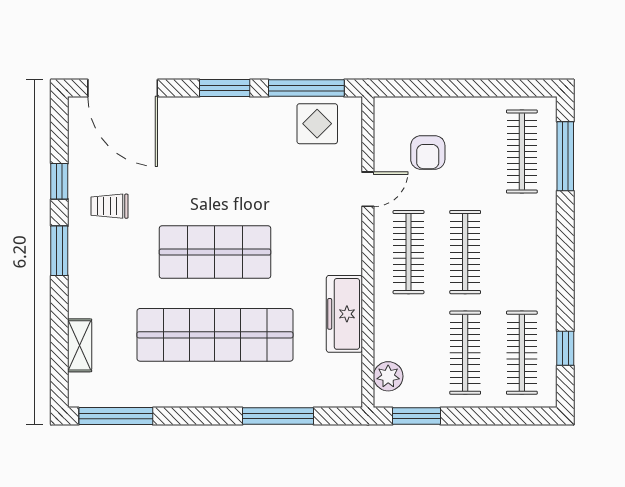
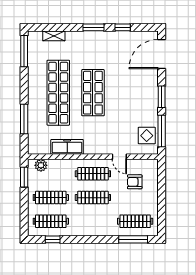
trolley: (109, 206) -> (112, 48), removed

